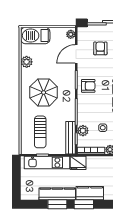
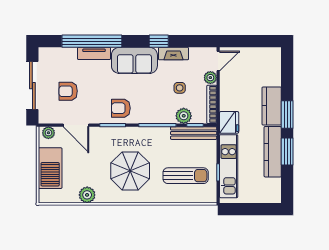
barbecue: (35, 36) -> (50, 168), moved
armchair: (88, 86) -> (121, 108), turned -90

